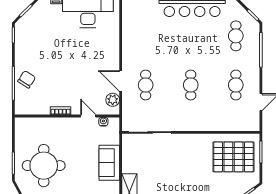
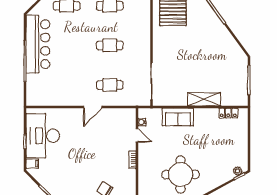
door: (121, 81) -> (93, 107), moved
plant: (113, 100) -> (123, 114), removed
door: (88, 116) -> (137, 135), swing flipped

